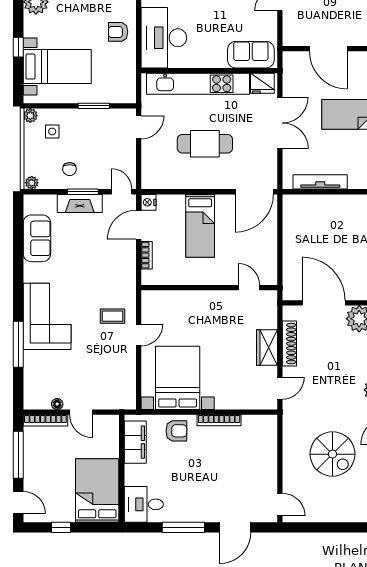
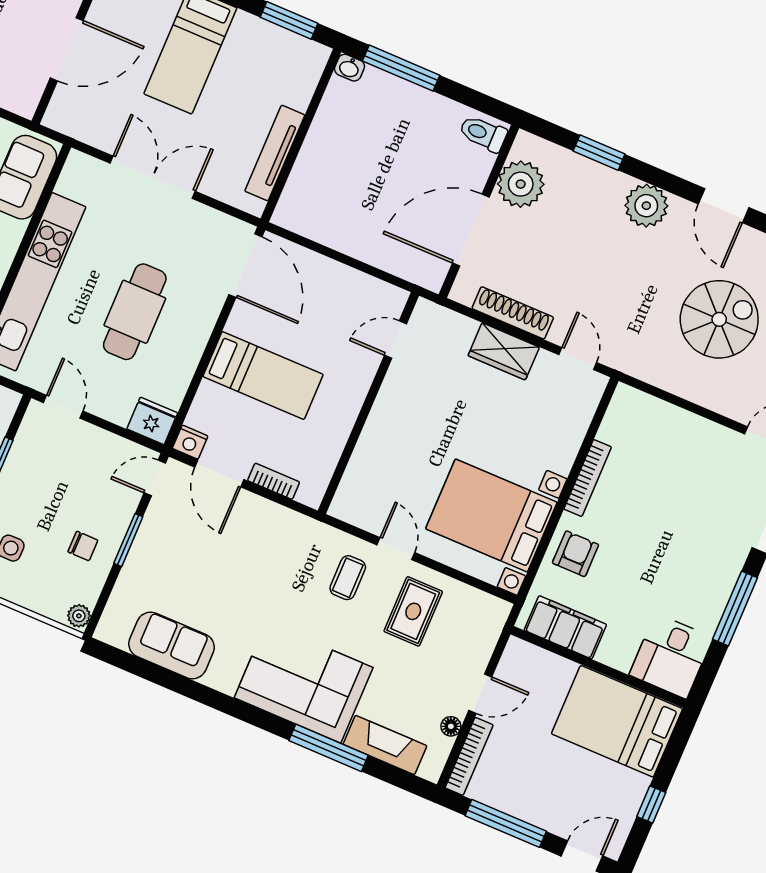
fridge: (262, 83) -> (152, 421), moved, turned -90
fireplace: (80, 203) -> (385, 745), moved, turned -90
rug: (109, 358) -> (413, 611), added

